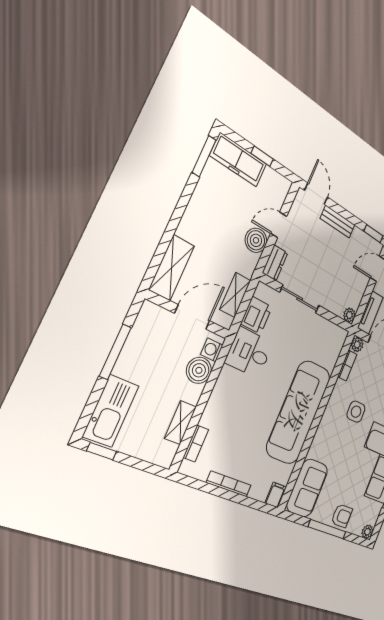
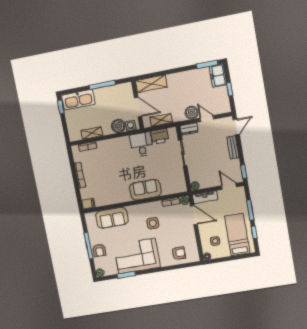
freezer: (238, 160) -> (218, 76), width x0.71
sofa: (299, 412) -> (145, 190), width x0.54, depth x0.79
sofa: (307, 488) -> (112, 218), moved

